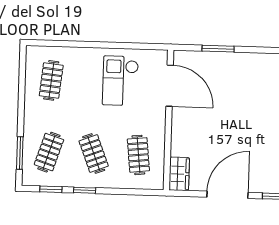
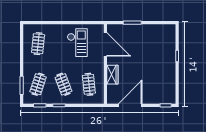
checkout: (120, 81) -> (77, 43), turned 180
wardrobe: (179, 174) -> (112, 75), moved
door: (228, 195) -> (130, 105), moved

